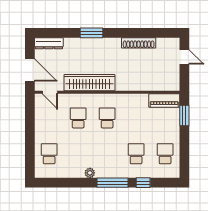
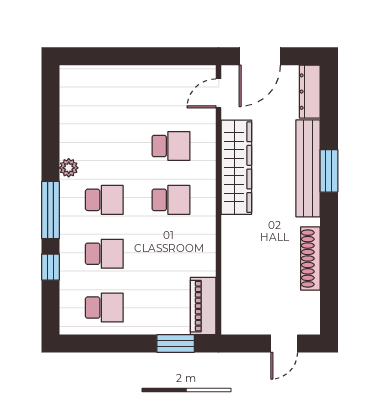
bench: (90, 44) -> (308, 168), added
school desk: (49, 154) -> (104, 200), moved

